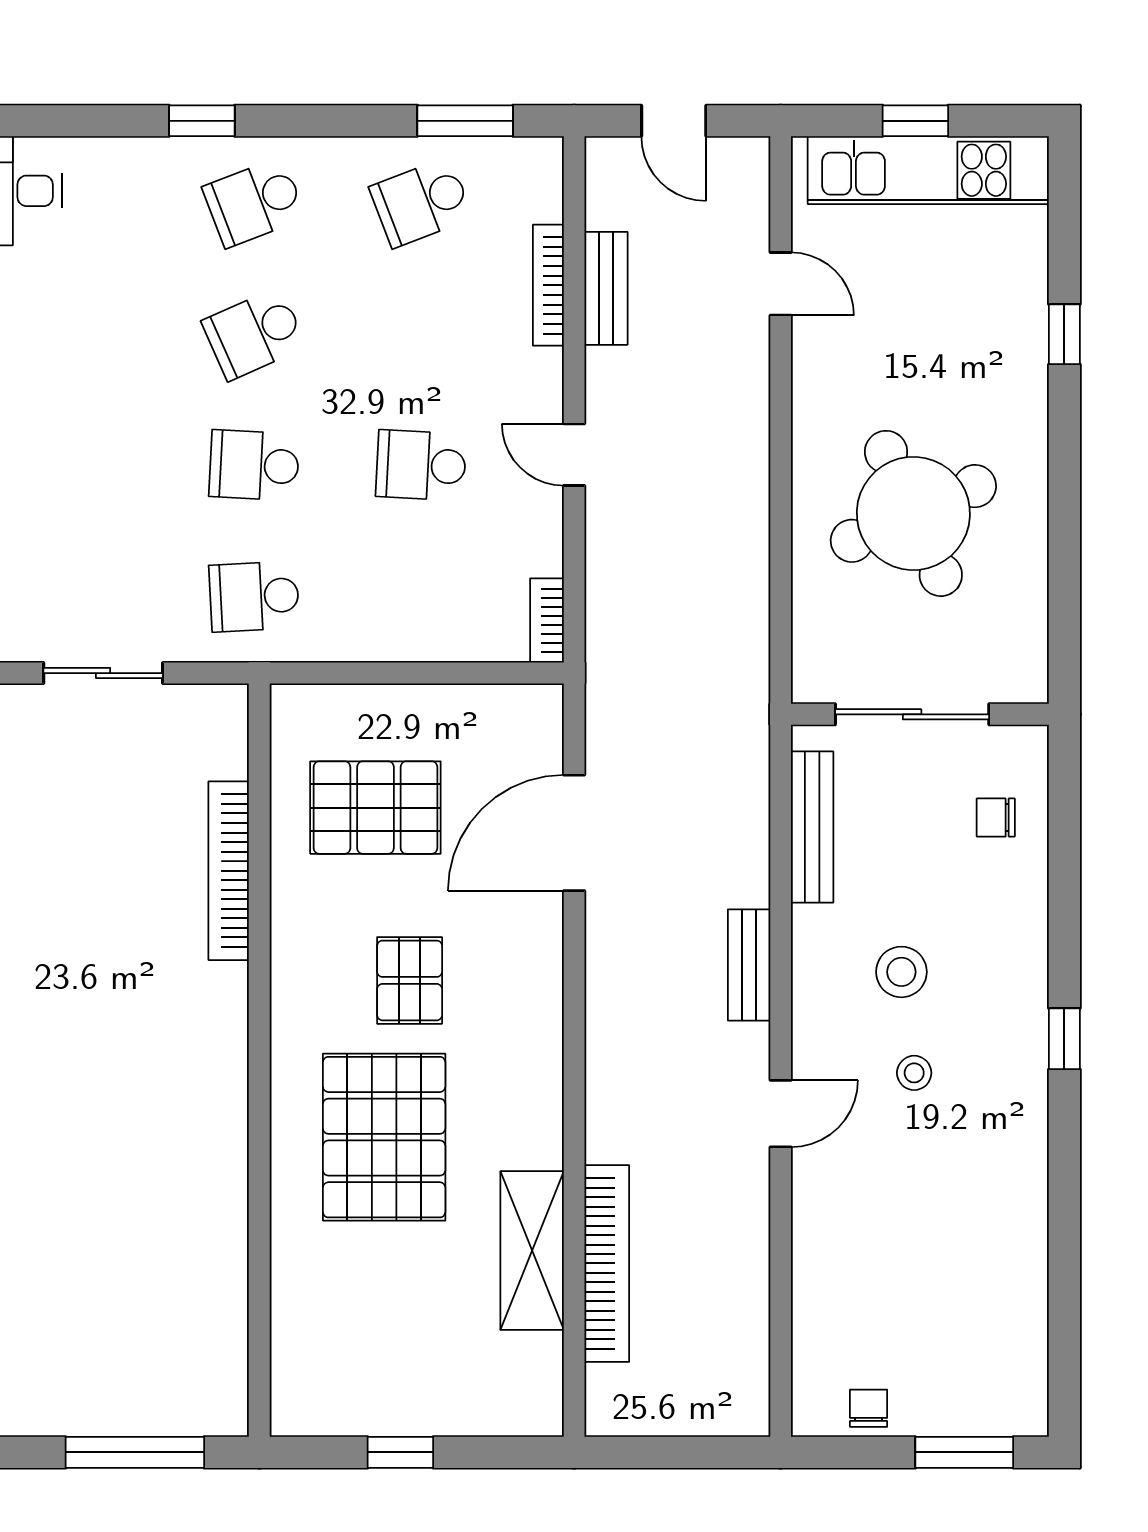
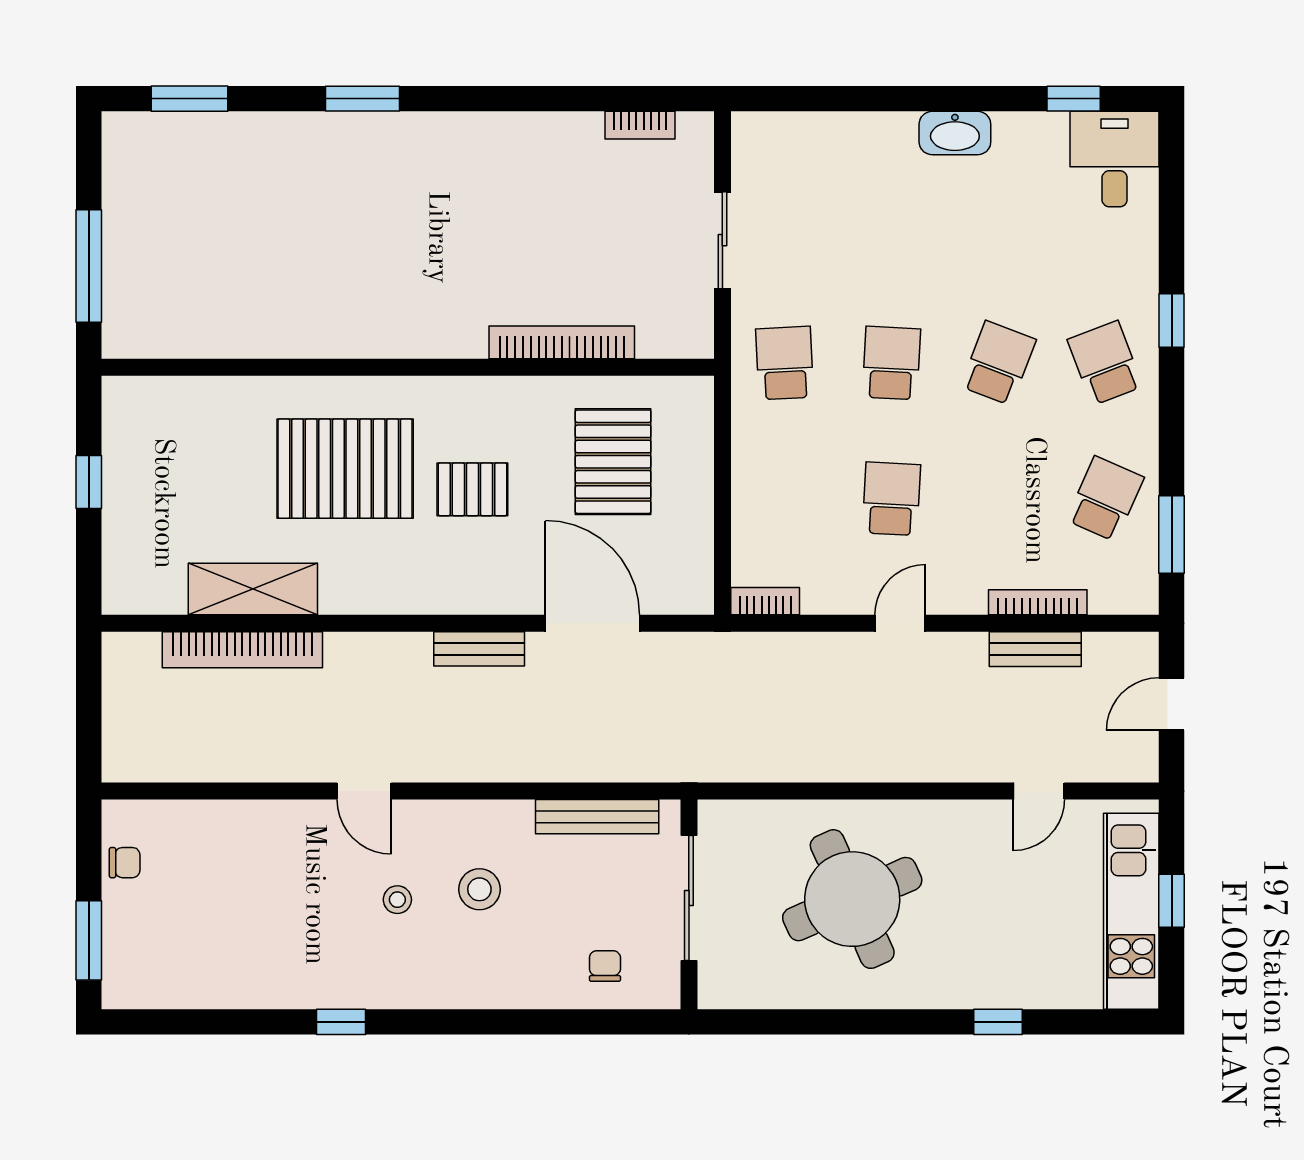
school desk: (421, 202) -> (1105, 499), turned 45
school desk: (254, 334) -> (998, 363), turned 45
bench: (749, 965) -> (479, 649), moved
window: (1064, 1039) -> (341, 1022), moved

